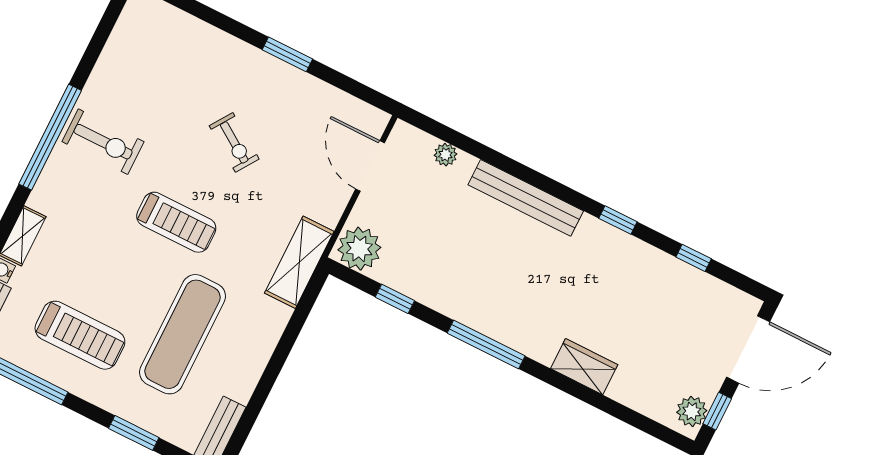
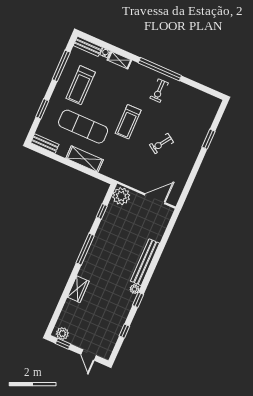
window: (287, 54) -> (209, 139), moved
exercise bike: (103, 142) -> (159, 91), width x0.73, depth x0.72
plant: (445, 155) -> (135, 289), moved
shelving: (299, 262) -> (85, 159), moved
door: (748, 349) -> (89, 355), width x0.53

